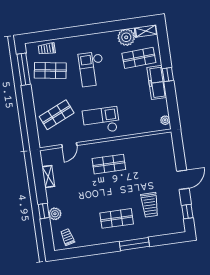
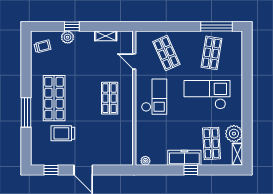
trolley: (47, 49) -> (234, 53), removed
checkout: (92, 69) -> (207, 95), width x1.36, depth x1.21
shop shelf: (117, 218) -> (54, 98), width x1.43, depth x1.36

